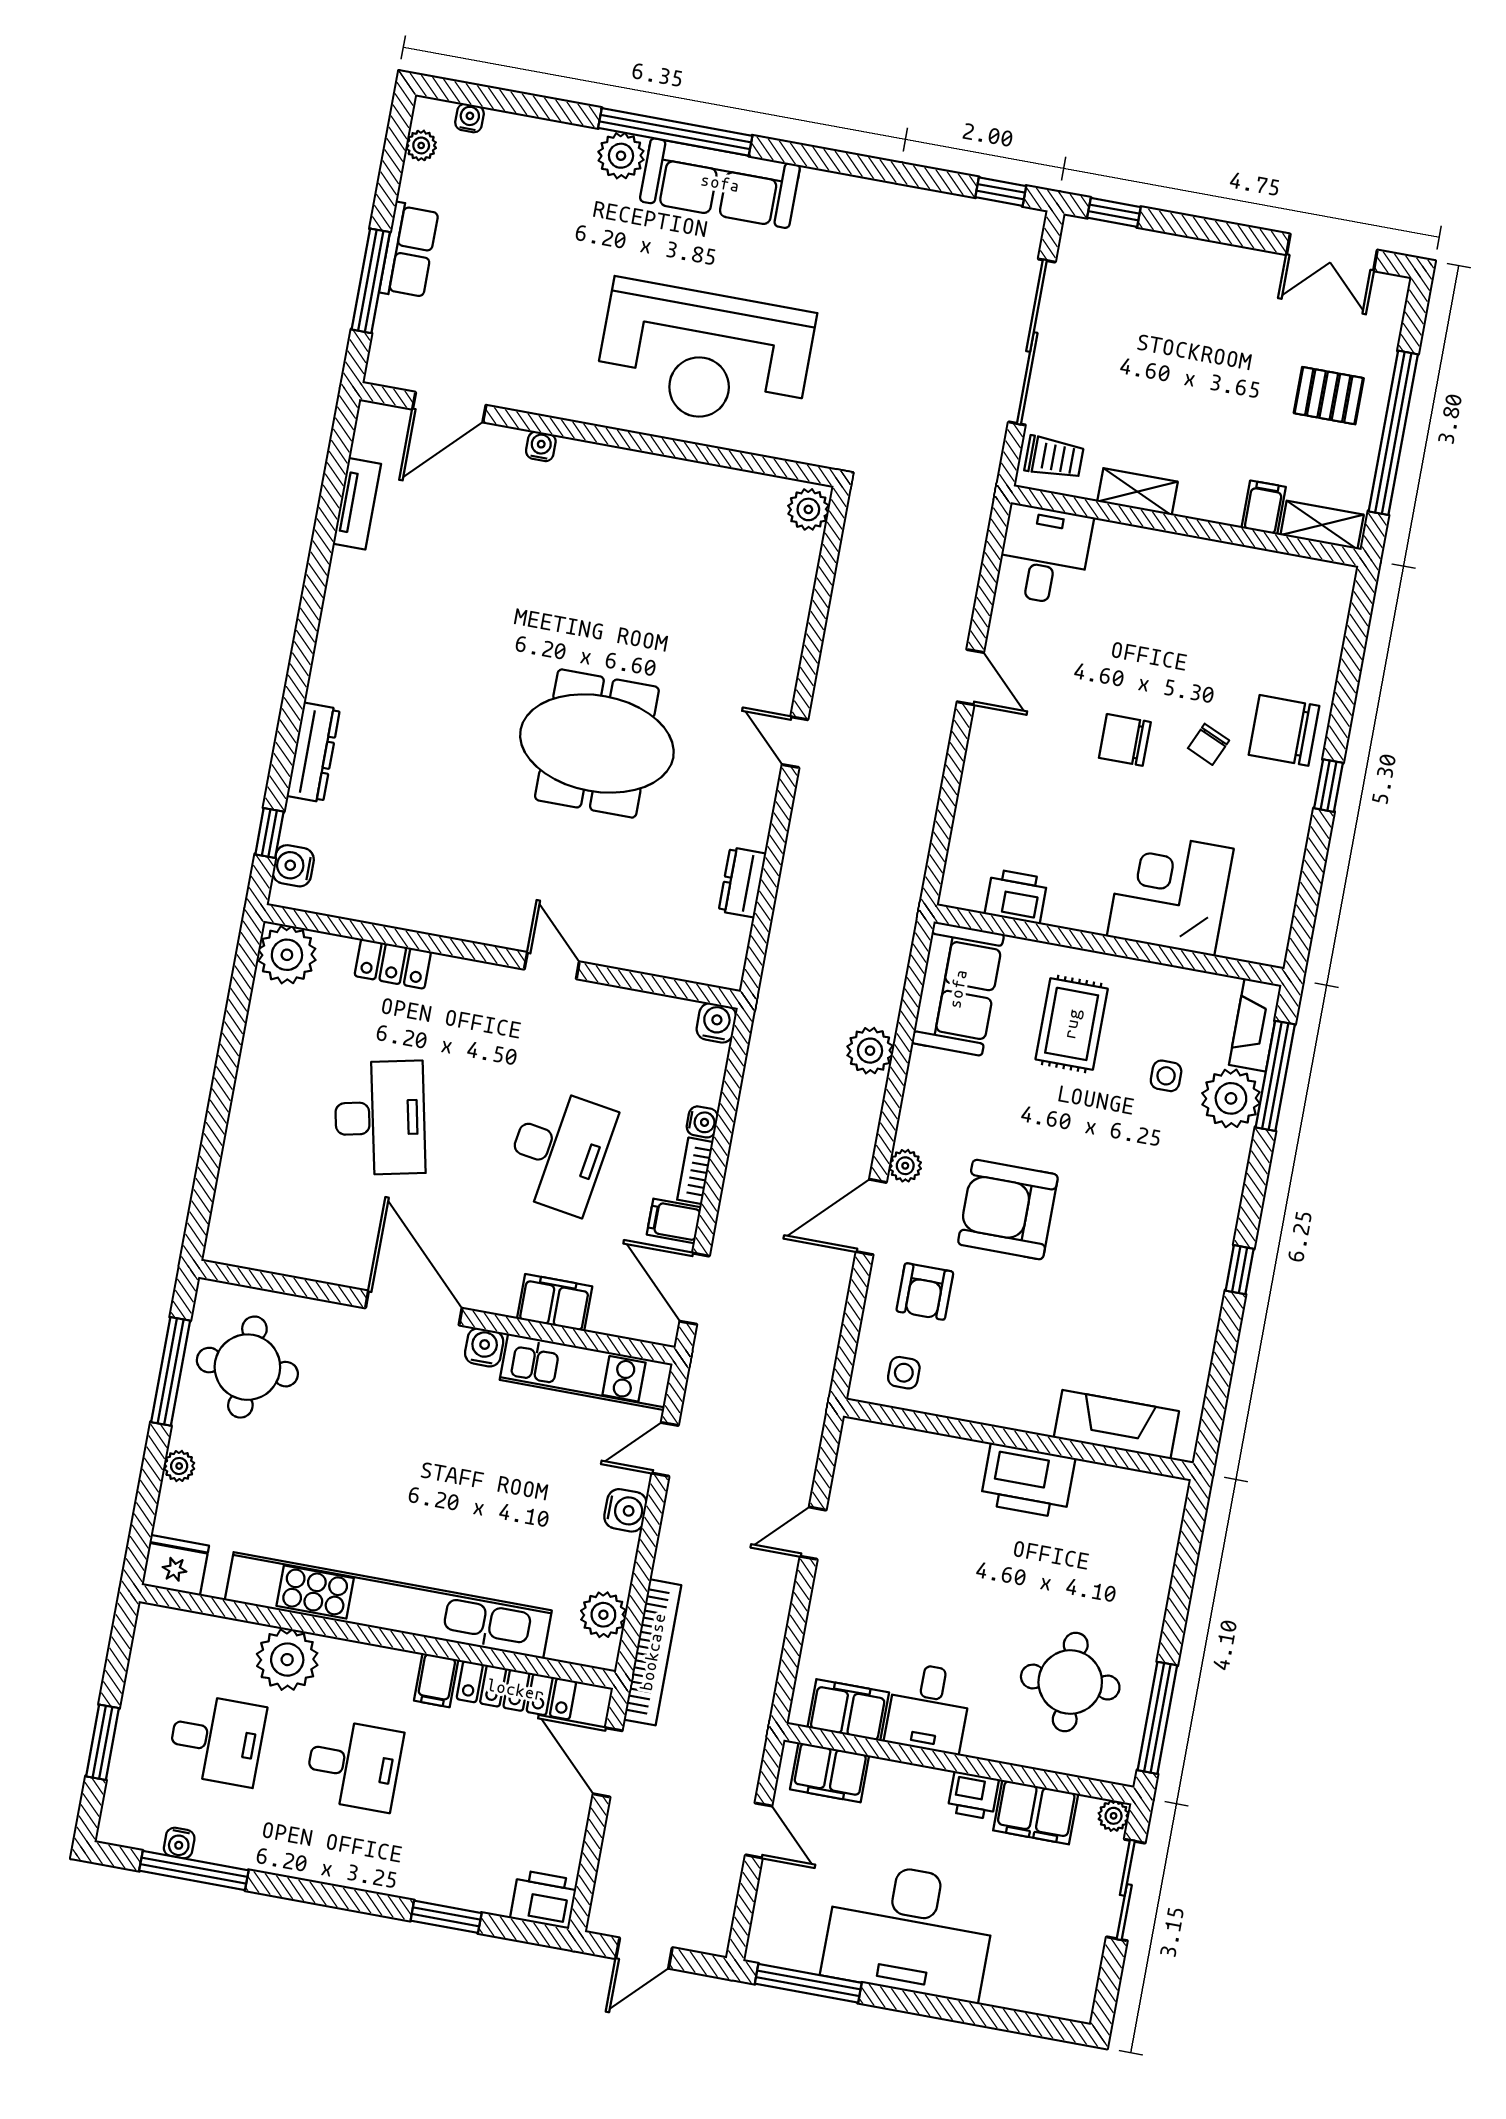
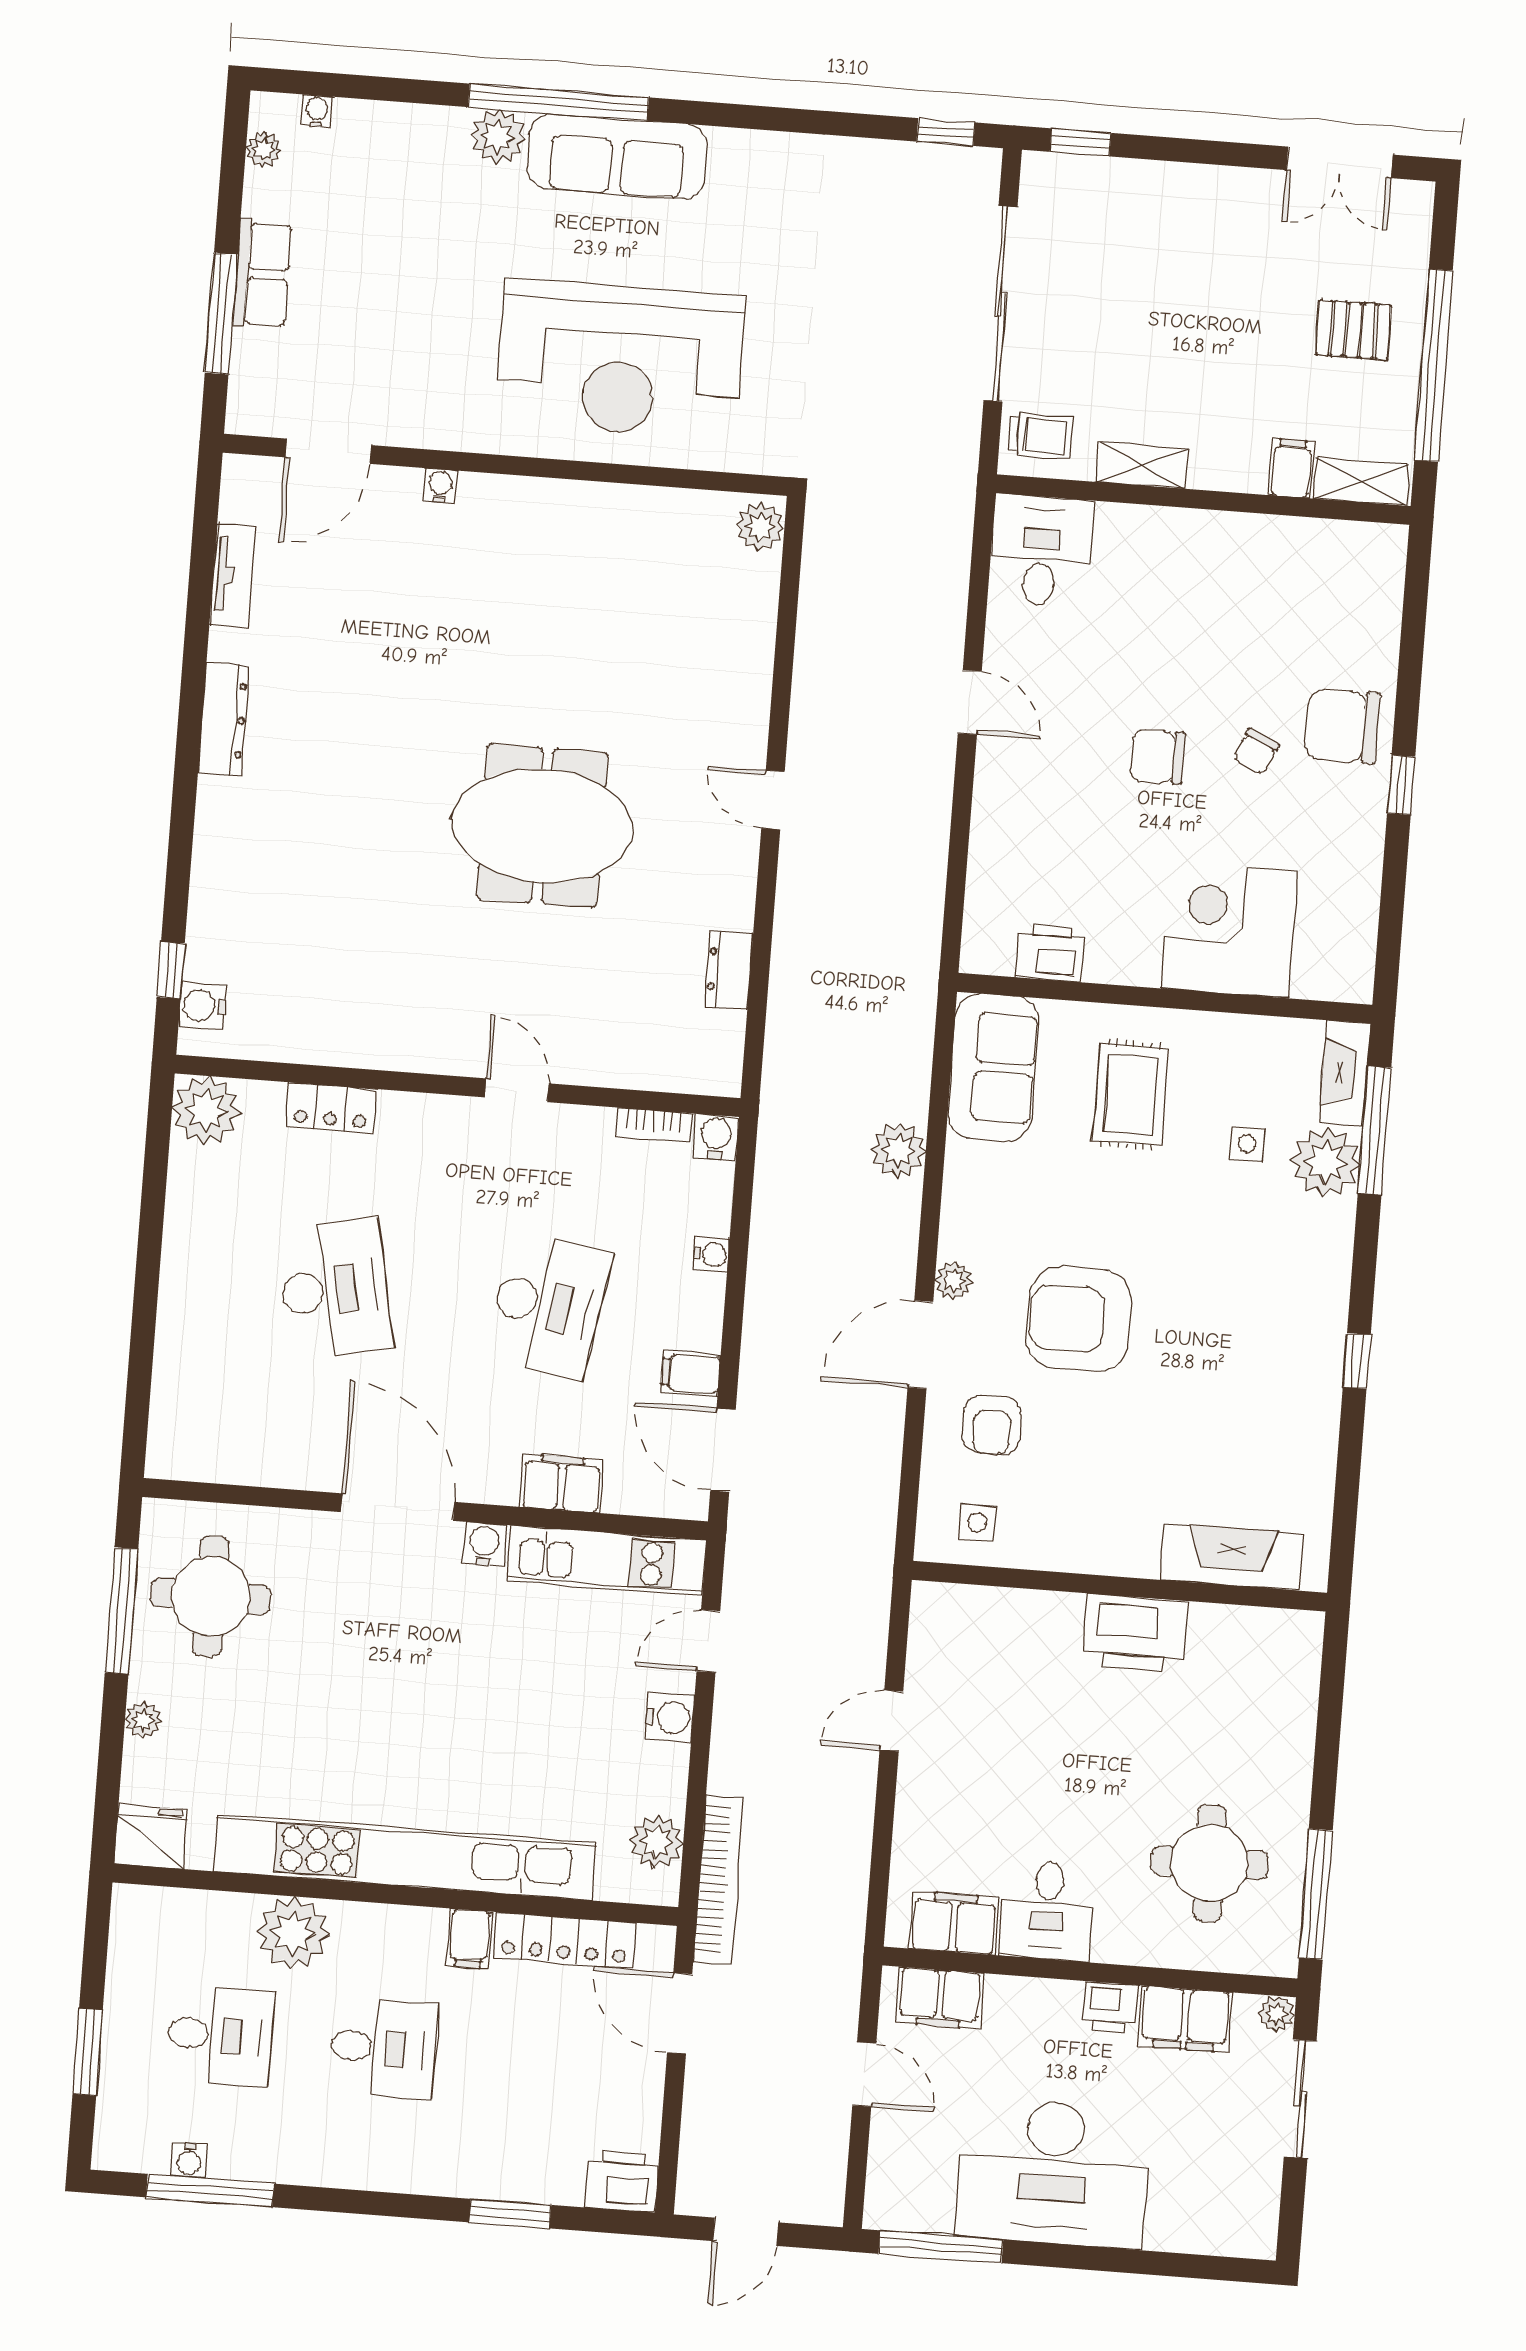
dresser: (313, 753) -> (224, 720), moved
bookcase: (695, 1171) -> (654, 1125), moved, turned -90

